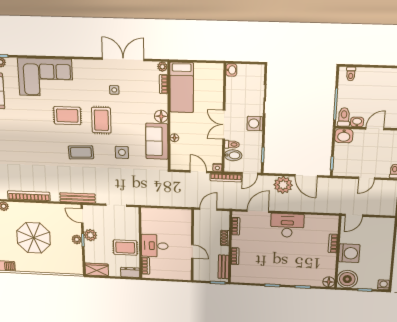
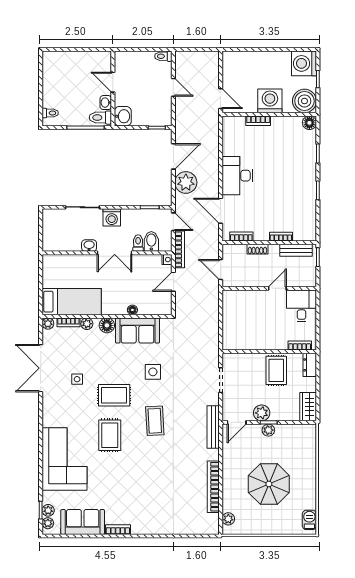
washbasin: (231, 70) -> (89, 246), moved
plant: (162, 100) -> (87, 324), added
desk: (155, 246) -> (301, 306), moved, turned 180
washing machine: (384, 285) -> (304, 63), width x1.89, depth x1.89

